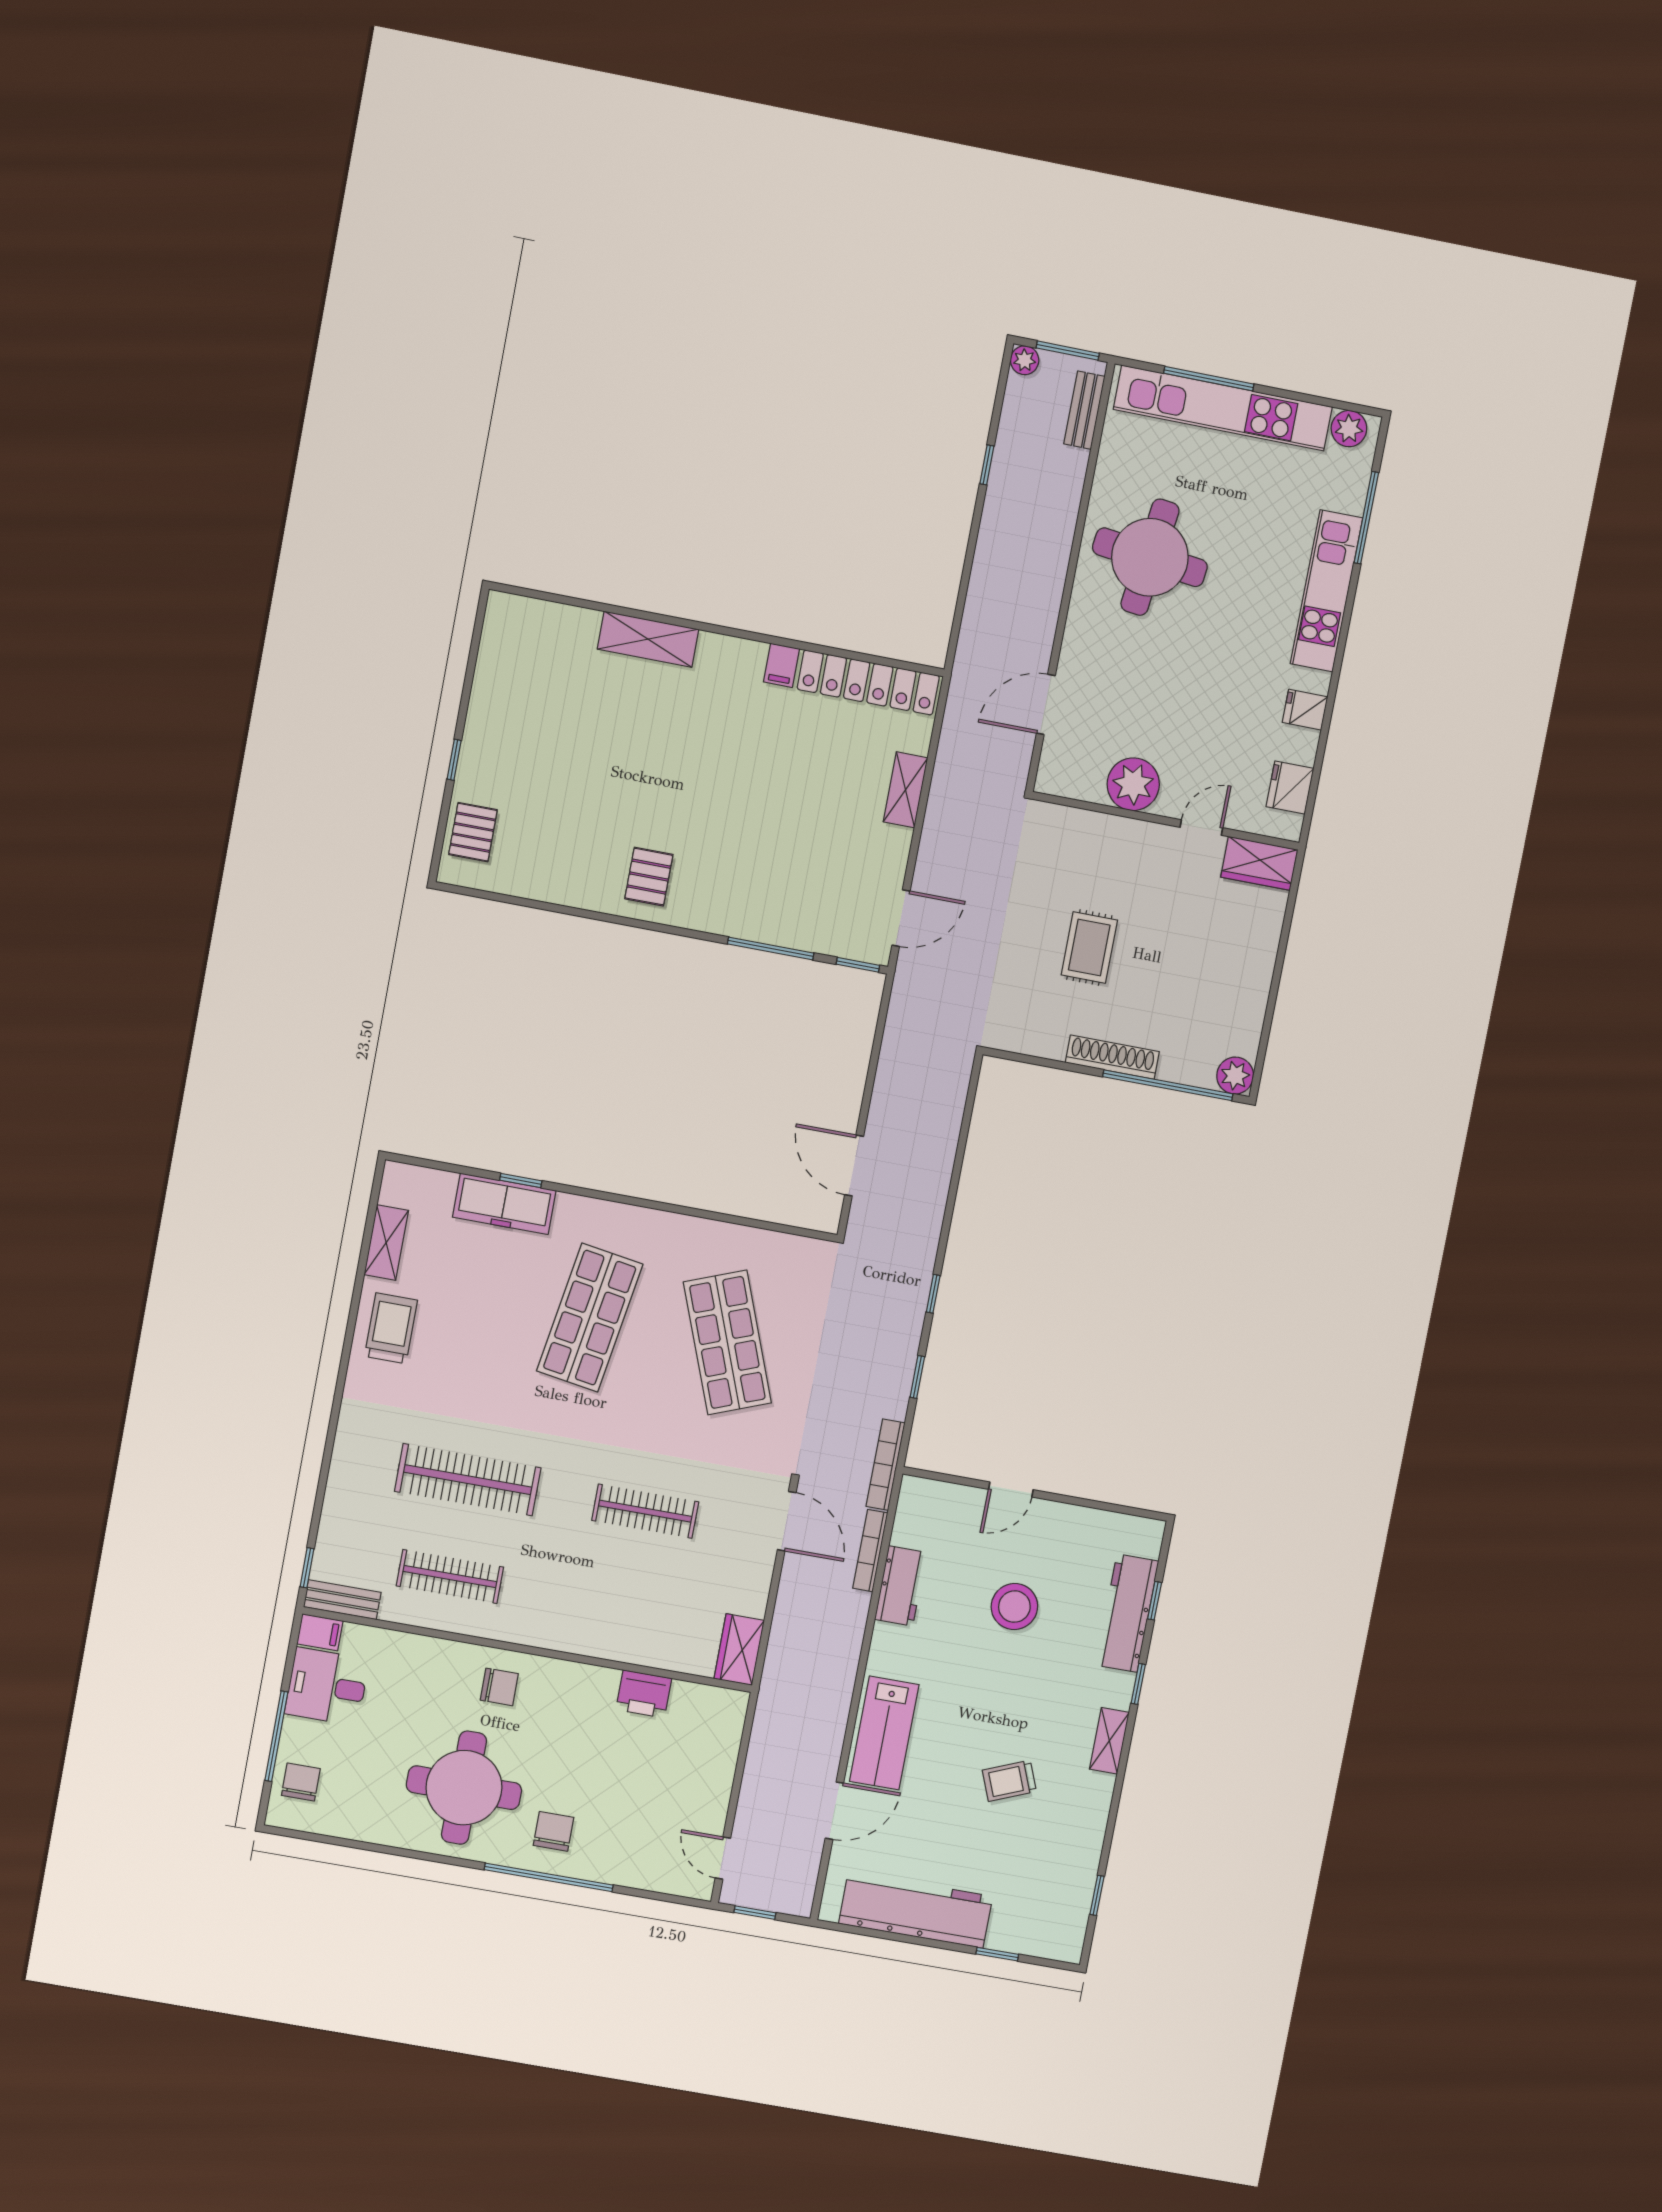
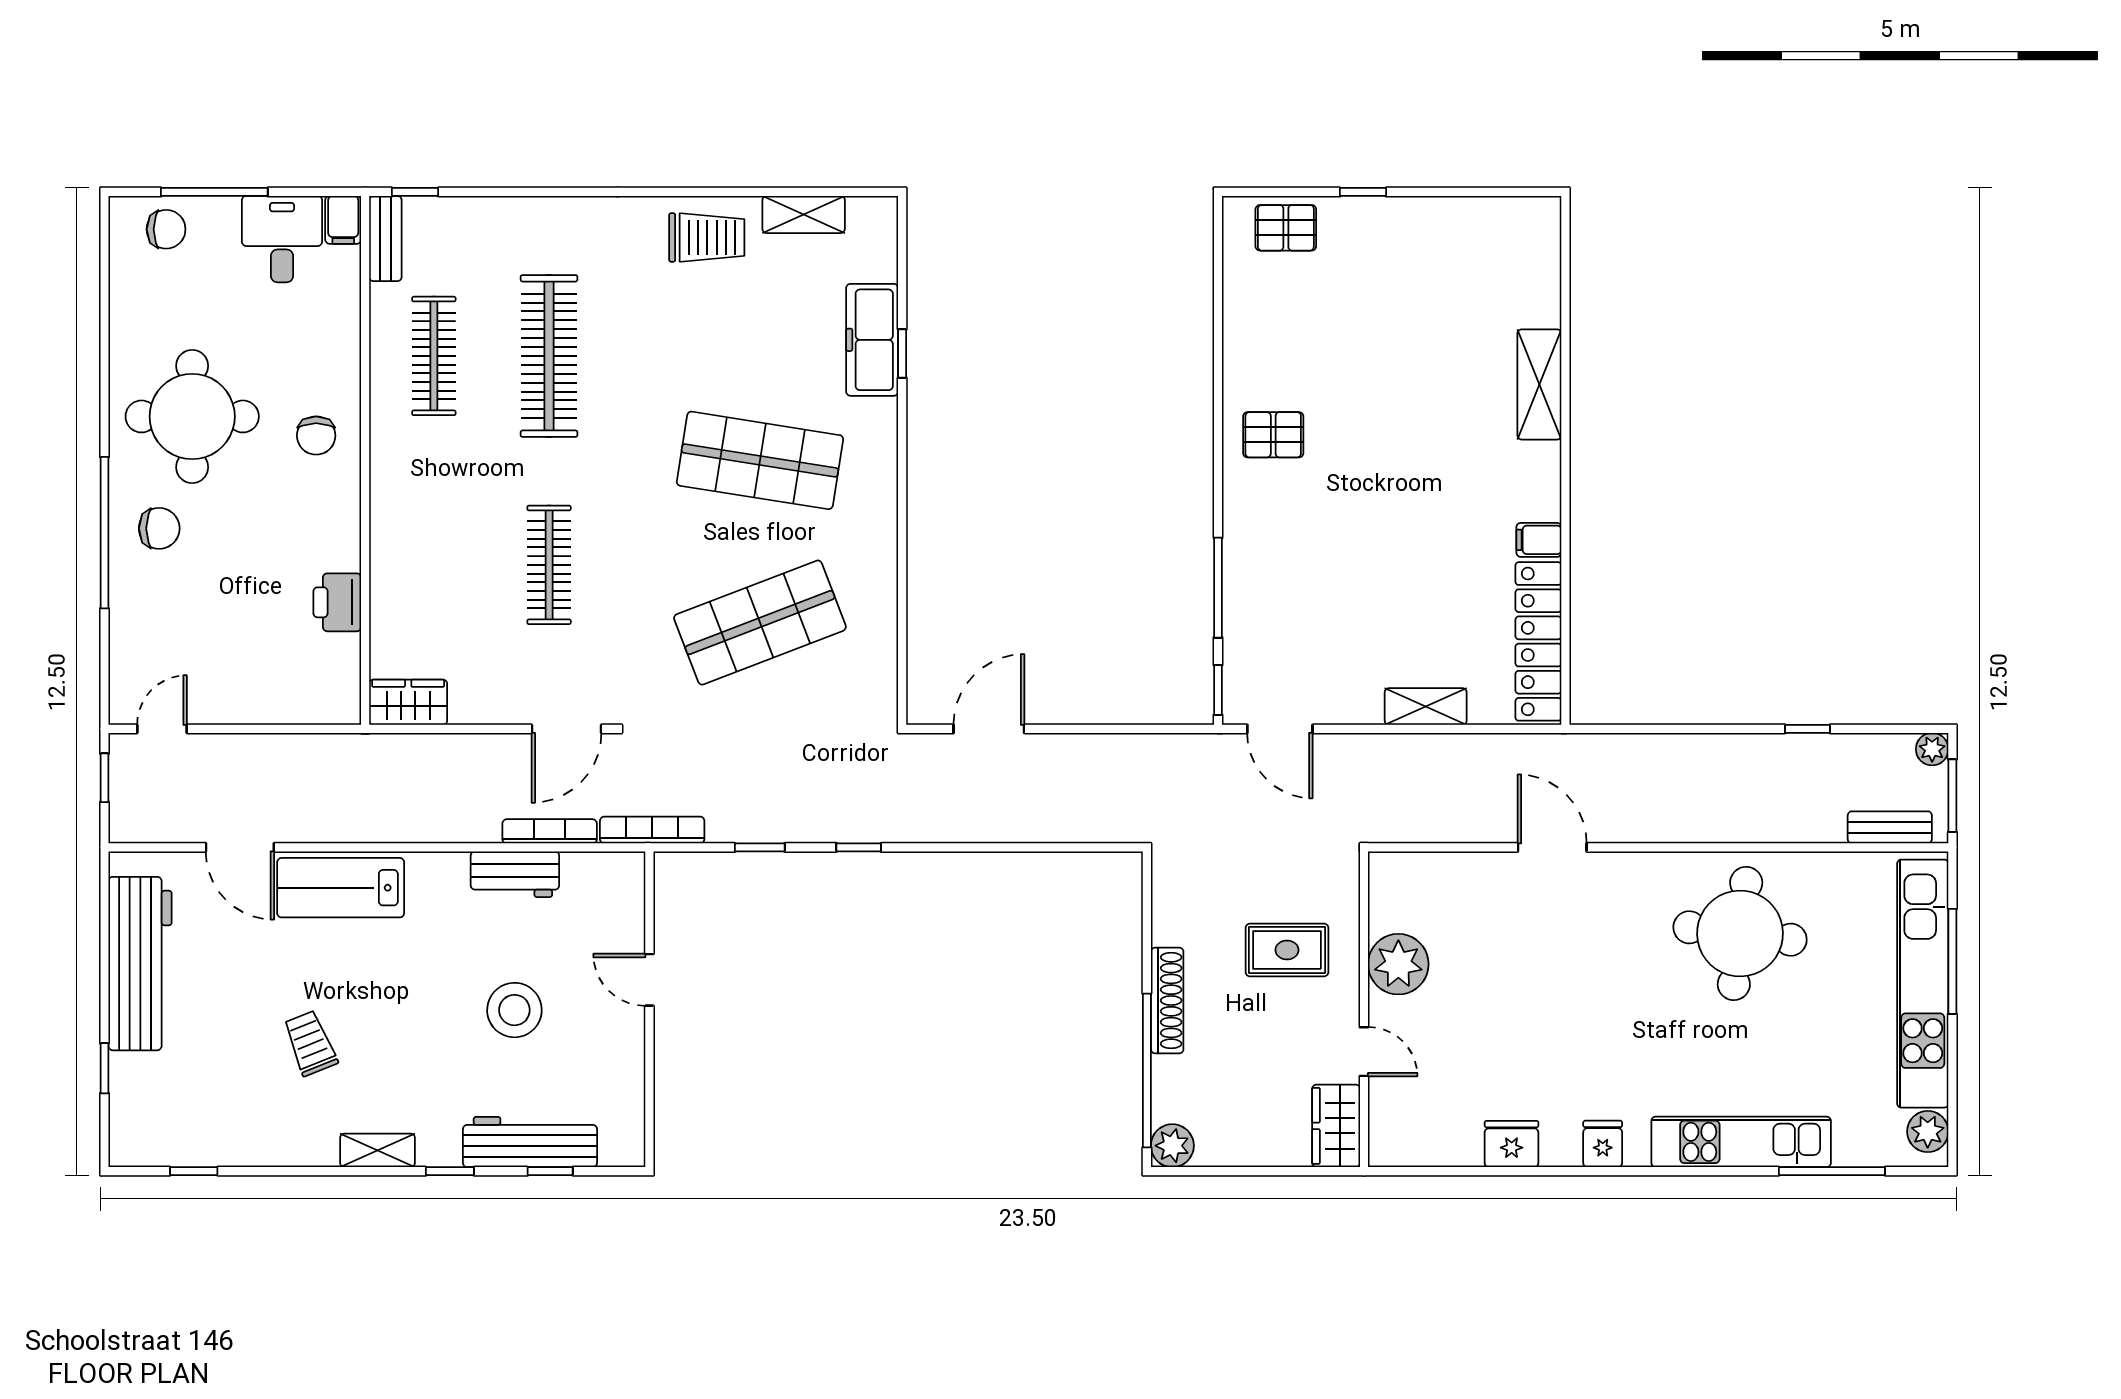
plant: (1133, 784) -> (1398, 964), moved
wall: (1166, 821) -> (1364, 1009), moved
door: (1201, 828) -> (1364, 1052), moved
wardrobe: (1259, 863) -> (1336, 1126), moved

